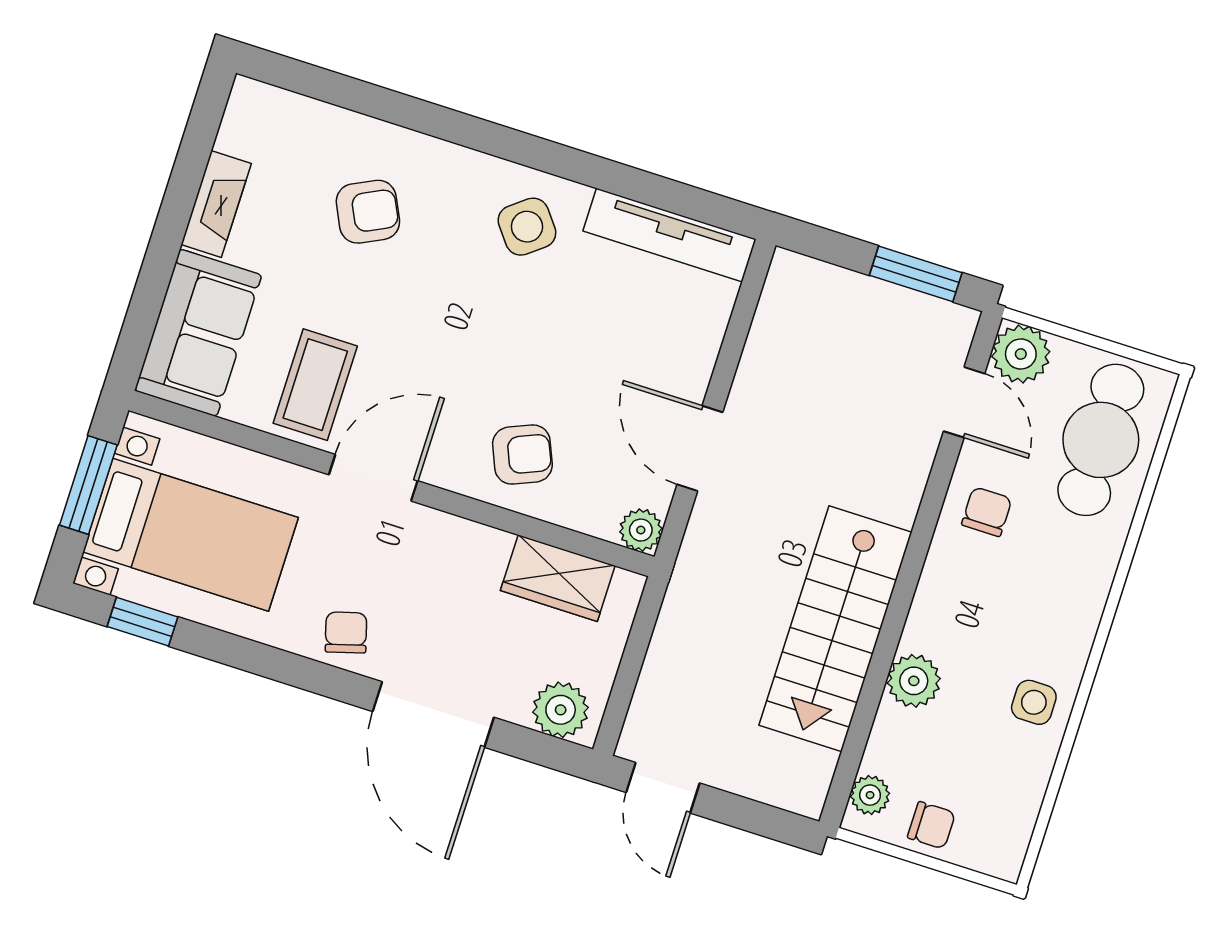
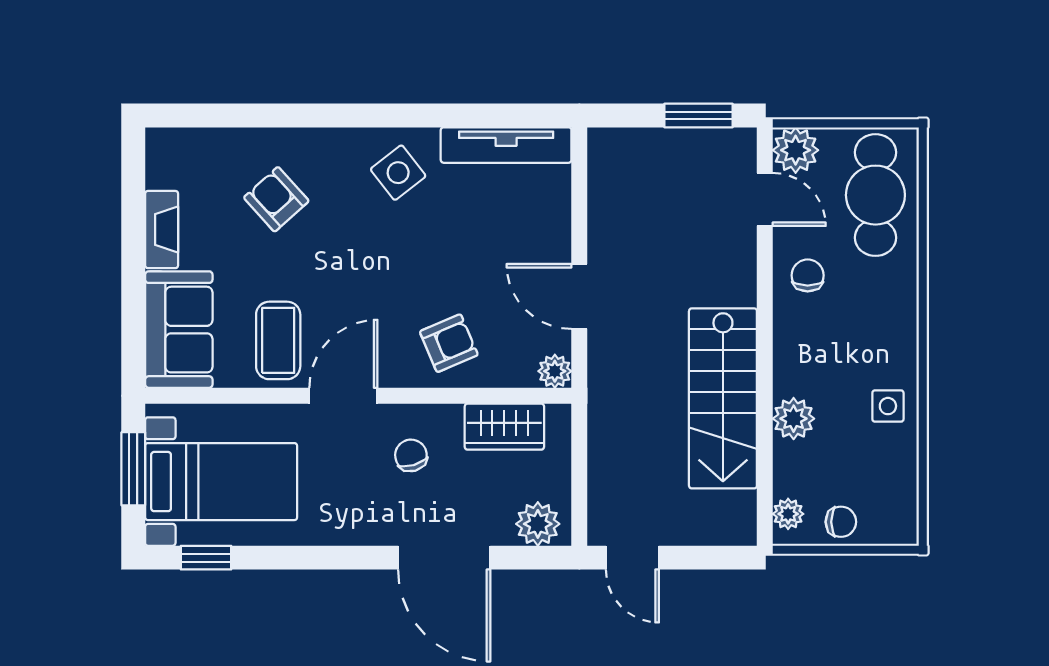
armchair: (368, 212) -> (276, 199), turned -106
chair: (346, 632) -> (411, 455), moved

